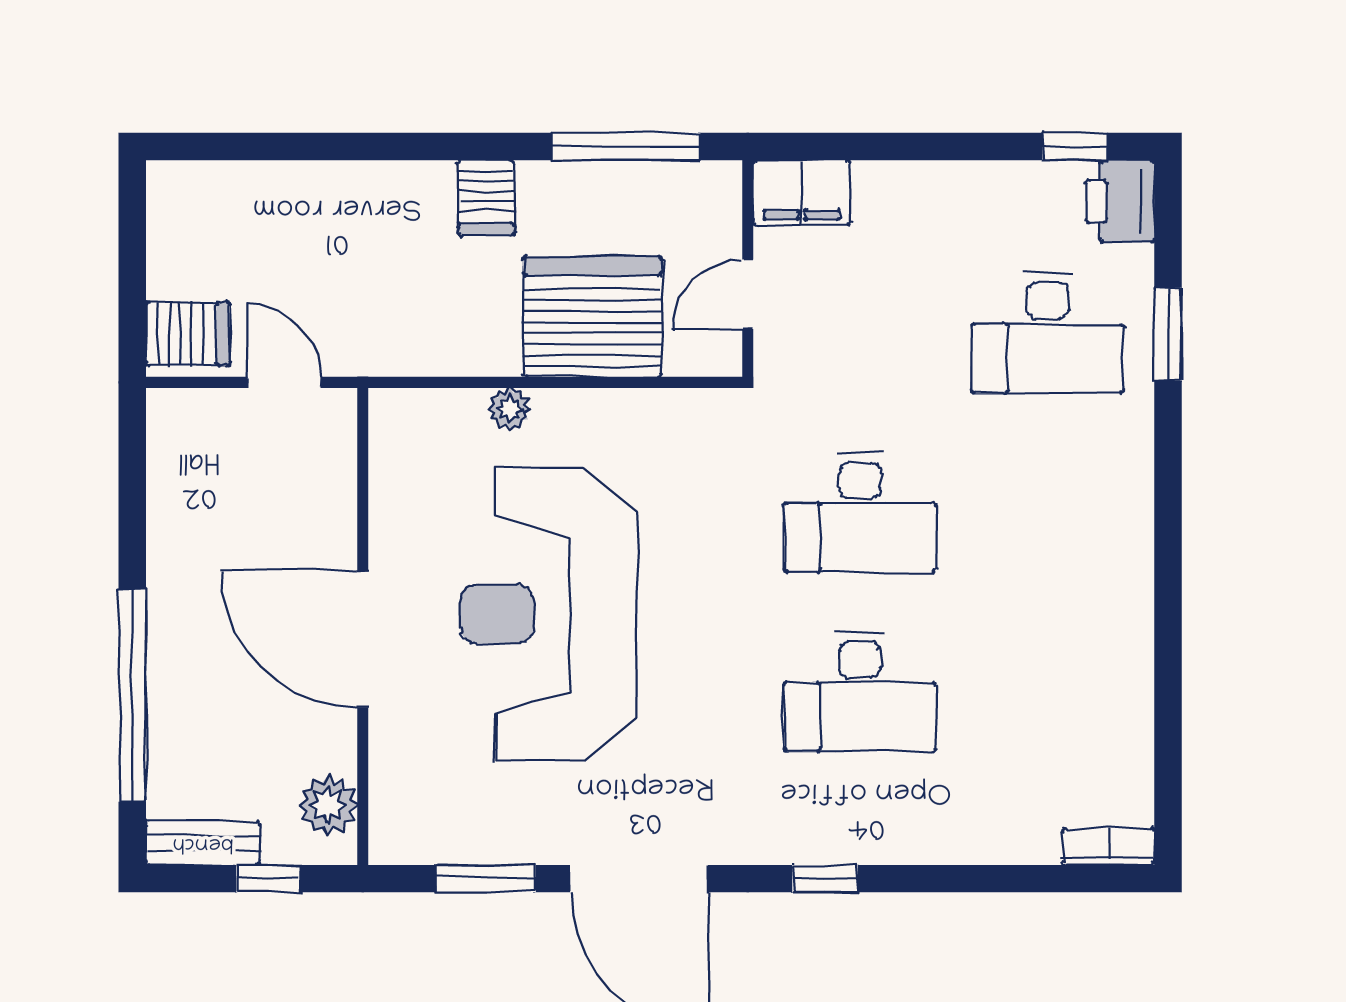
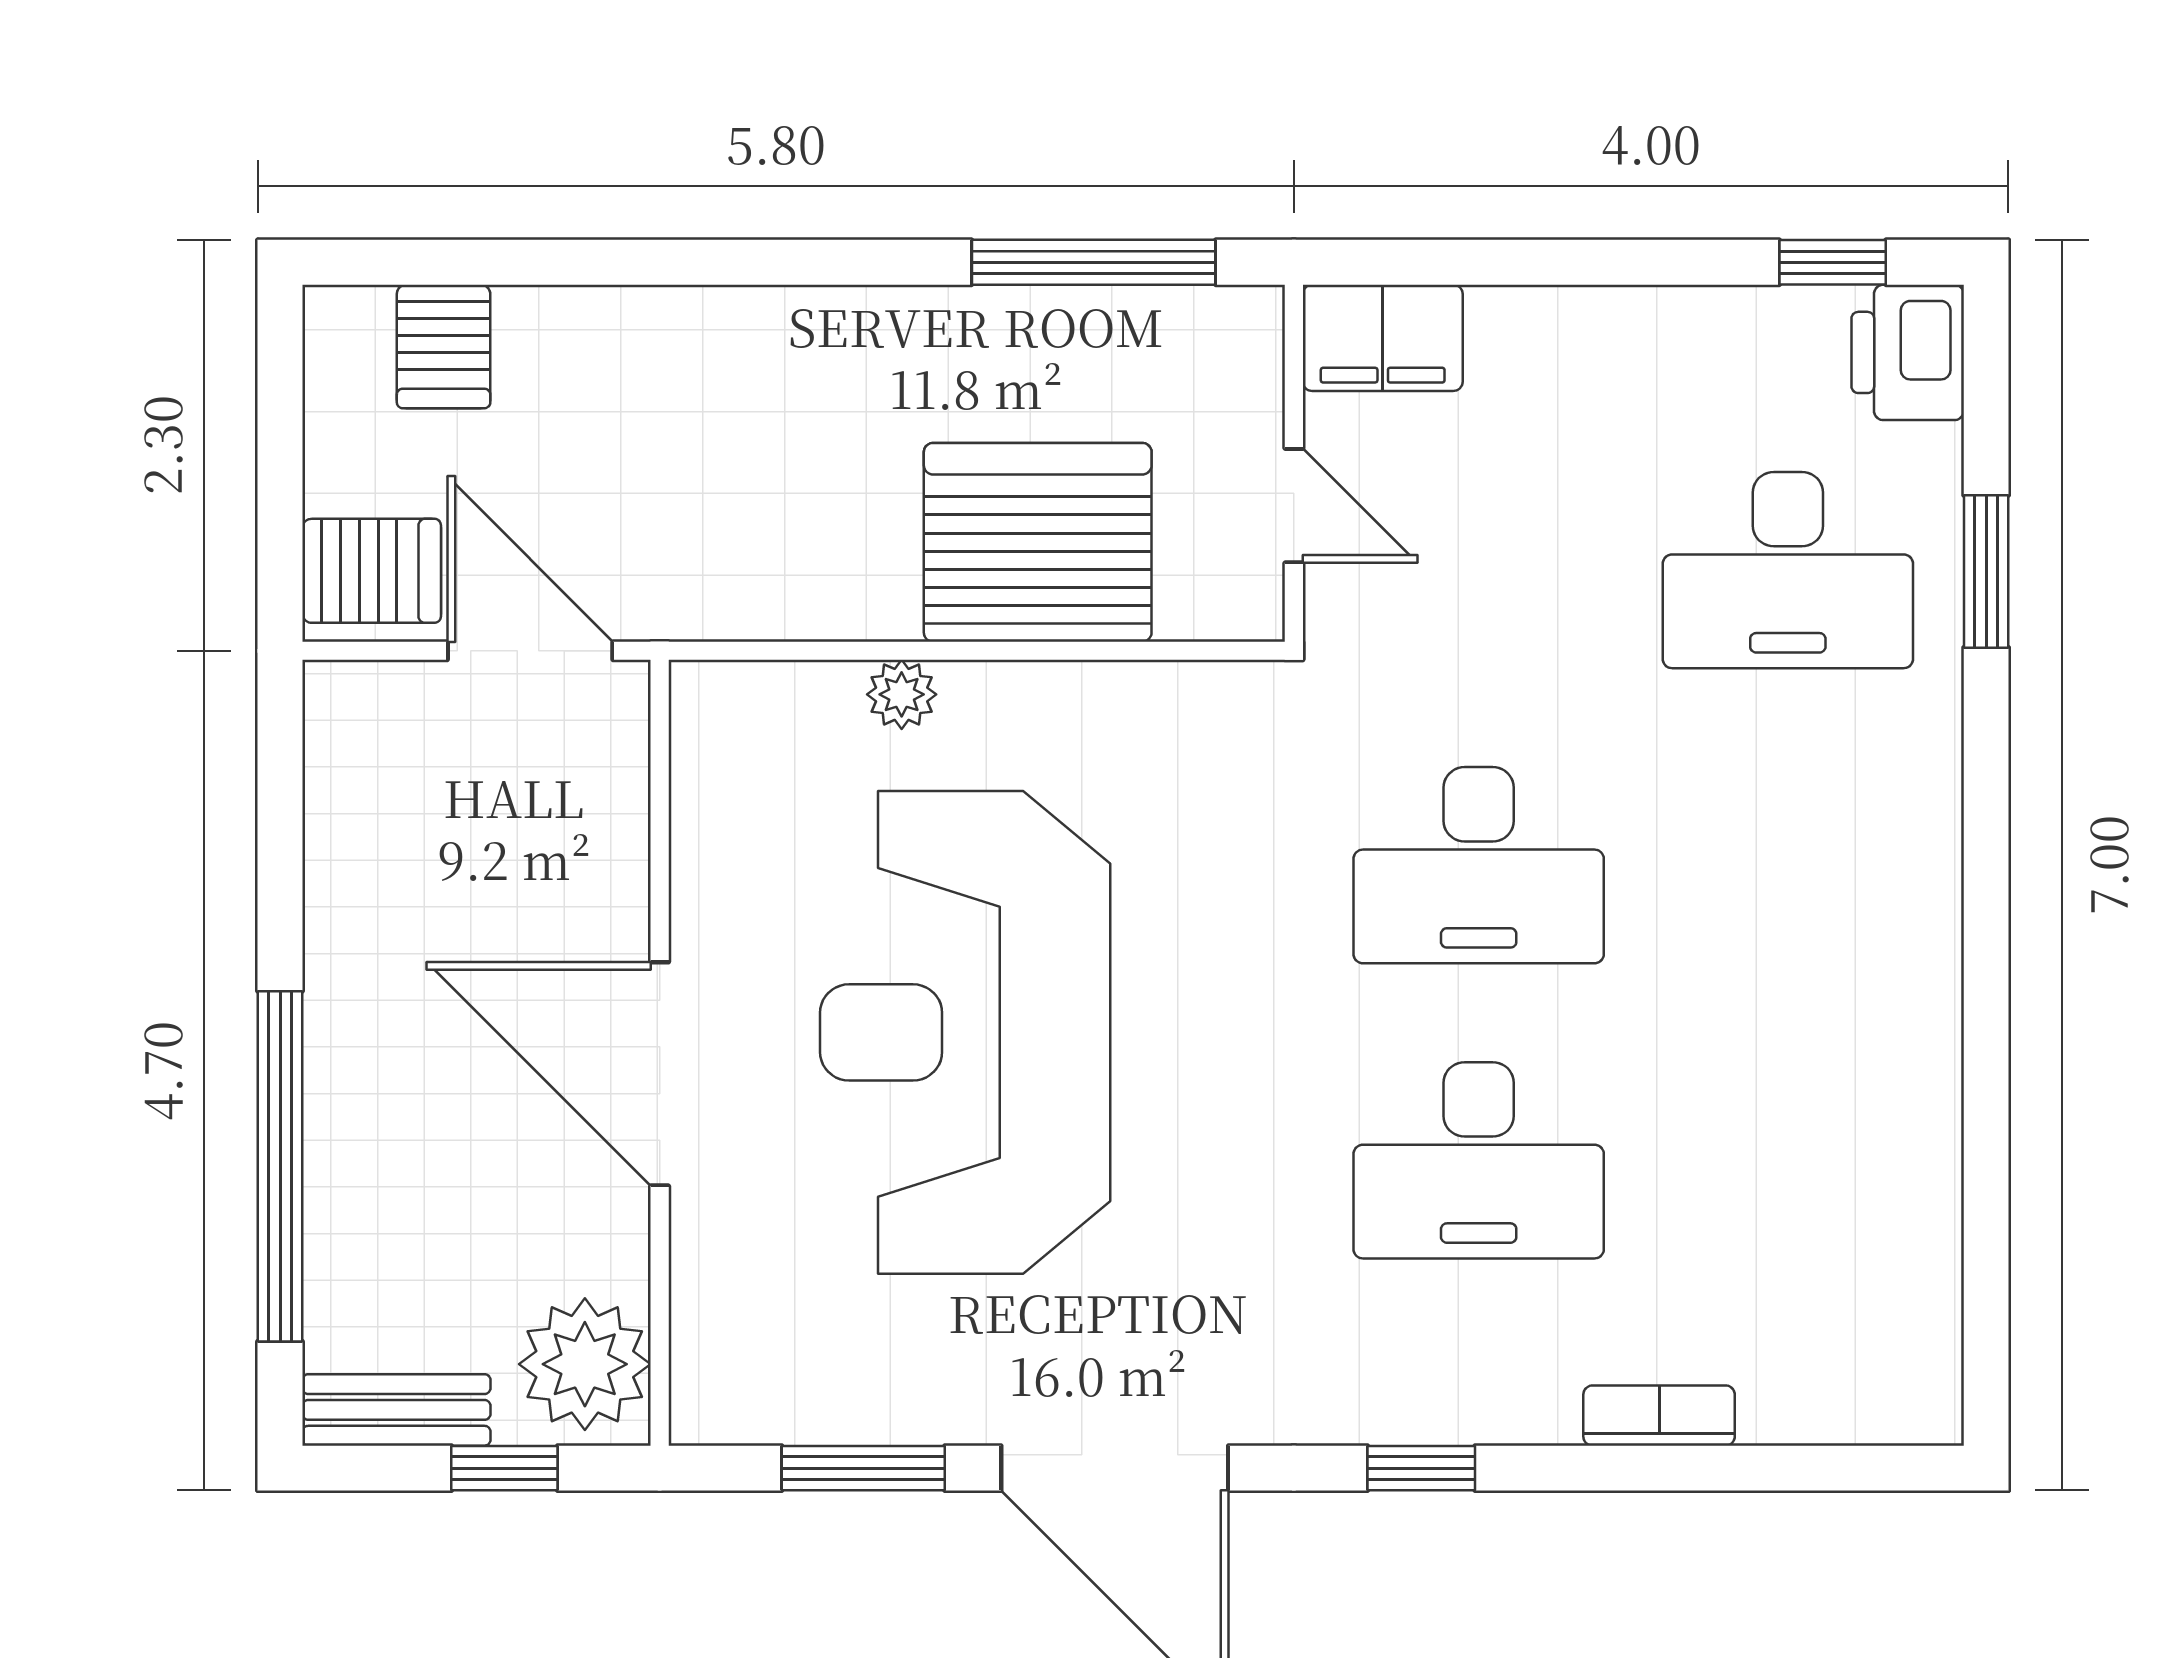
server rack: (486, 198) -> (444, 346), moved
door: (748, 294) -> (1294, 506), swing flipped
door: (284, 382) -> (530, 651), width x1.38
plant: (328, 805) -> (585, 1364), width x1.36, depth x1.36
bookcase: (1109, 847) -> (1659, 1416), moved

